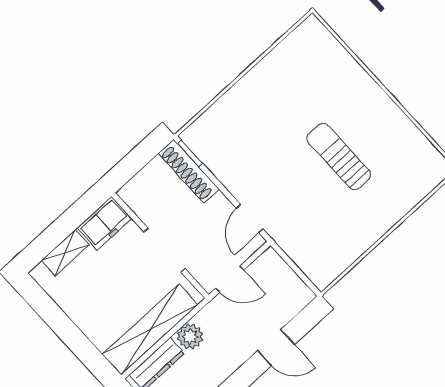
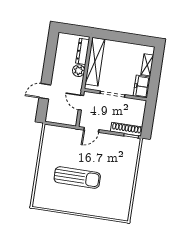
sun lounger: (339, 157) -> (77, 178), width x1.36, depth x1.34
door: (250, 218) -> (91, 130), swing flipped
door: (230, 279) -> (81, 103), hinge flipped

